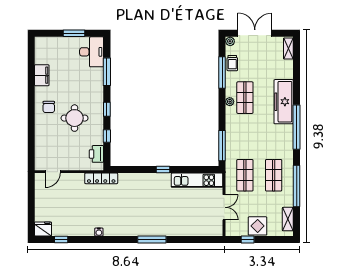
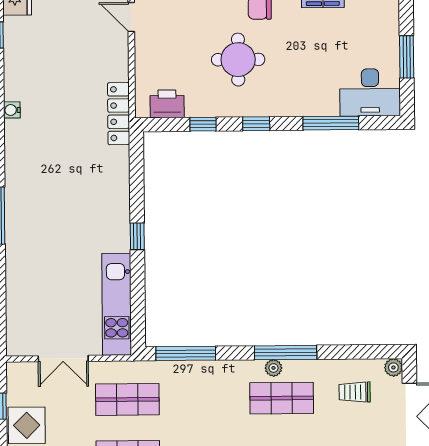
trolley: (232, 63) -> (355, 392), moved
window: (222, 73) -> (286, 353), moved

